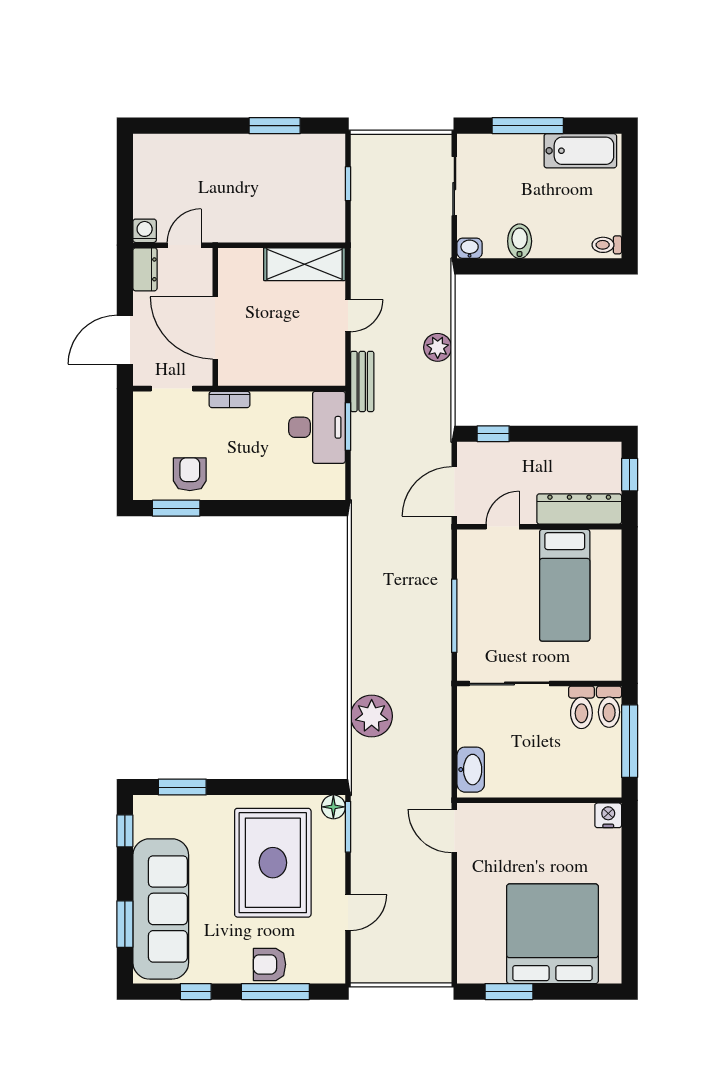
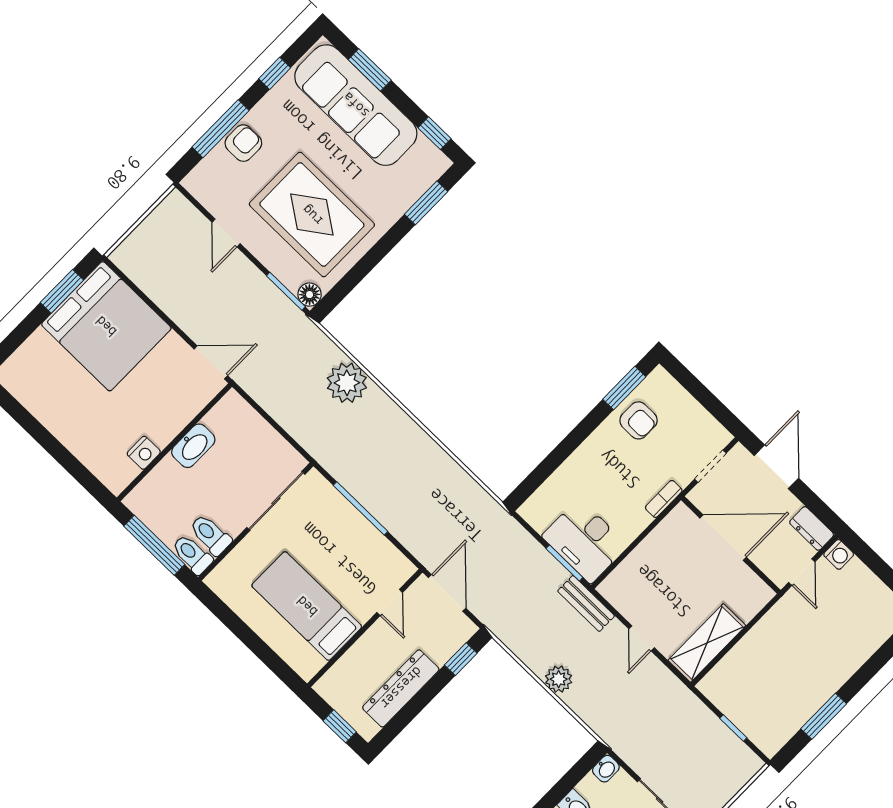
dresser: (579, 509) -> (401, 688), moved, turned 180
washbasin: (471, 770) -> (193, 446), moved, turned -90
nightstand: (608, 815) -> (144, 453), moved
bed: (552, 934) -> (106, 326), moved

